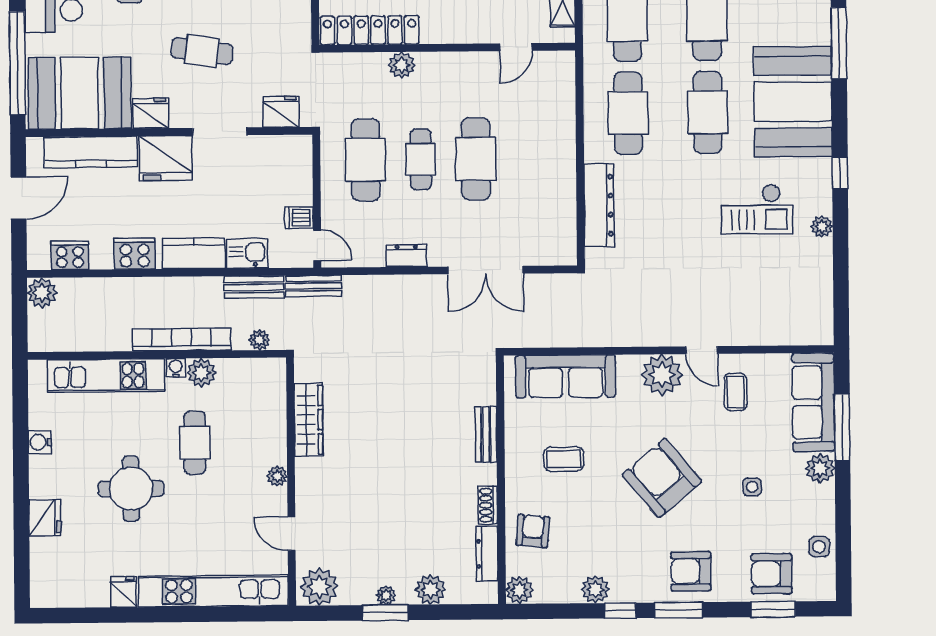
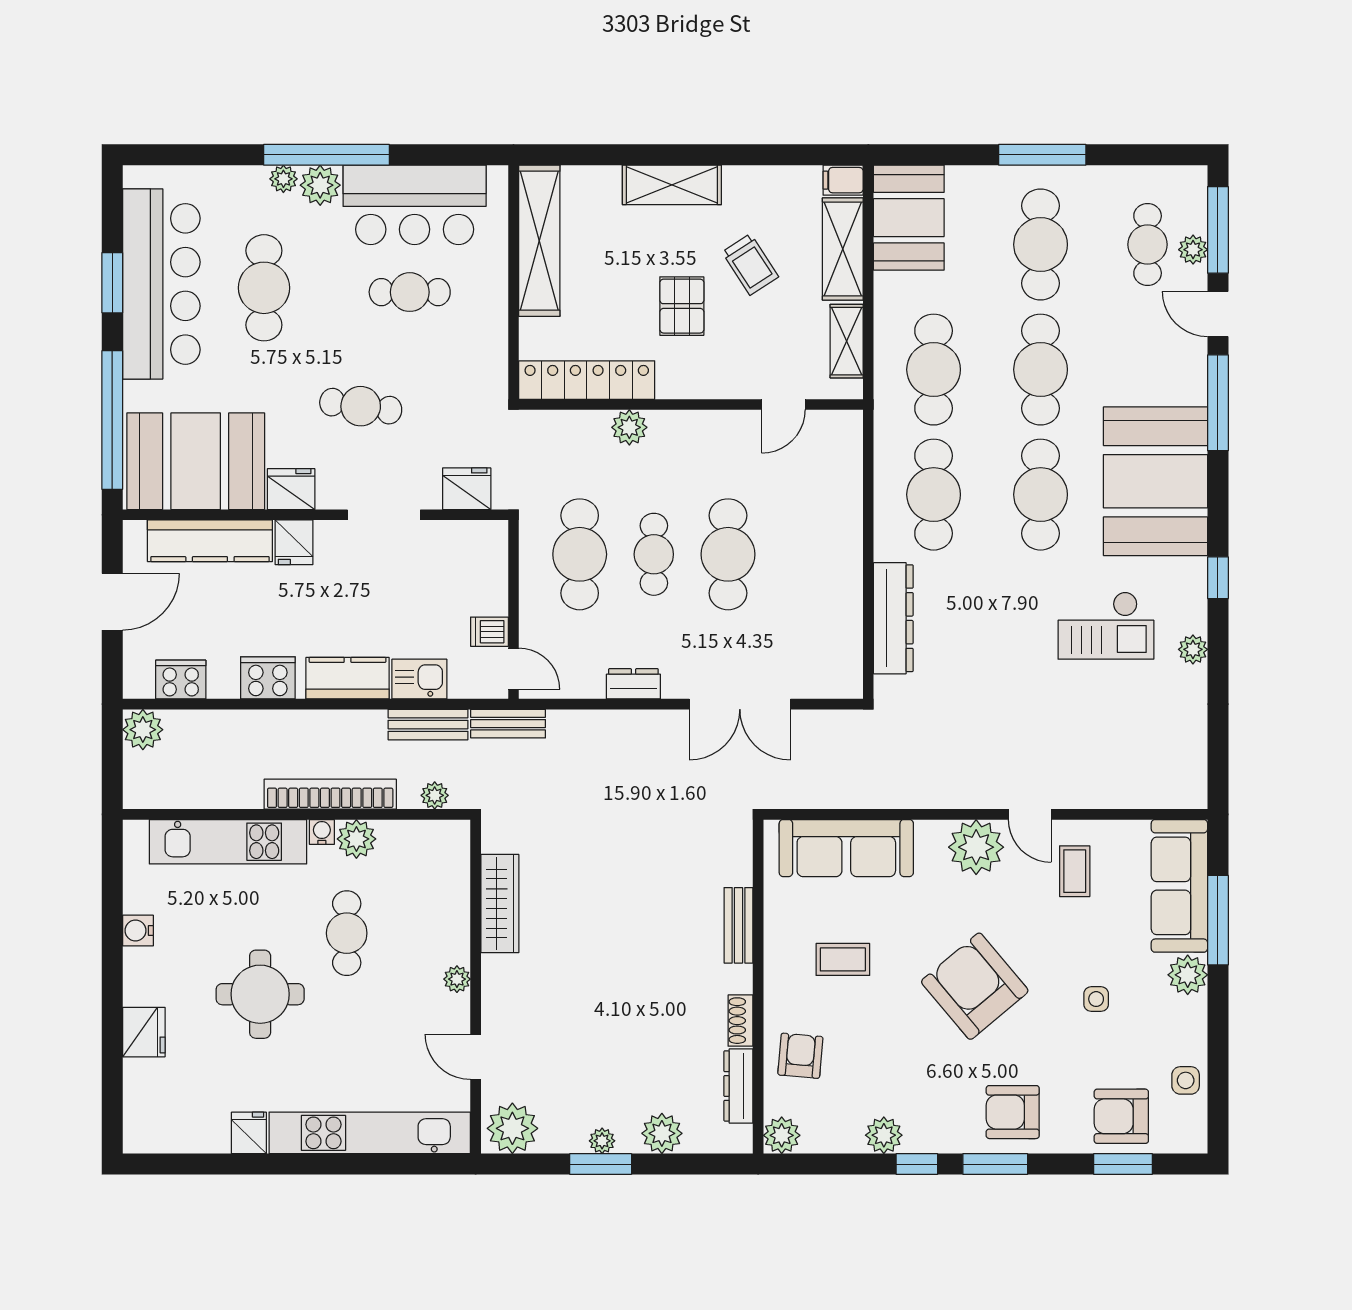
fridge: (166, 158) -> (294, 542), width x0.53, depth x0.75

